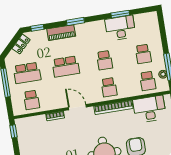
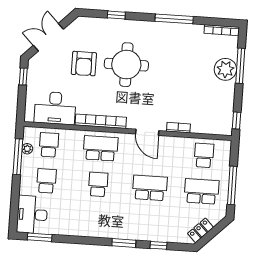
window: (120, 14) -> (40, 237), moved
window: (37, 28) -> (158, 245), moved
desk: (120, 28) -> (32, 215), moved, turned 90
piano: (61, 33) -> (145, 233), removed
school desk: (109, 87) -> (101, 148), width x1.85

